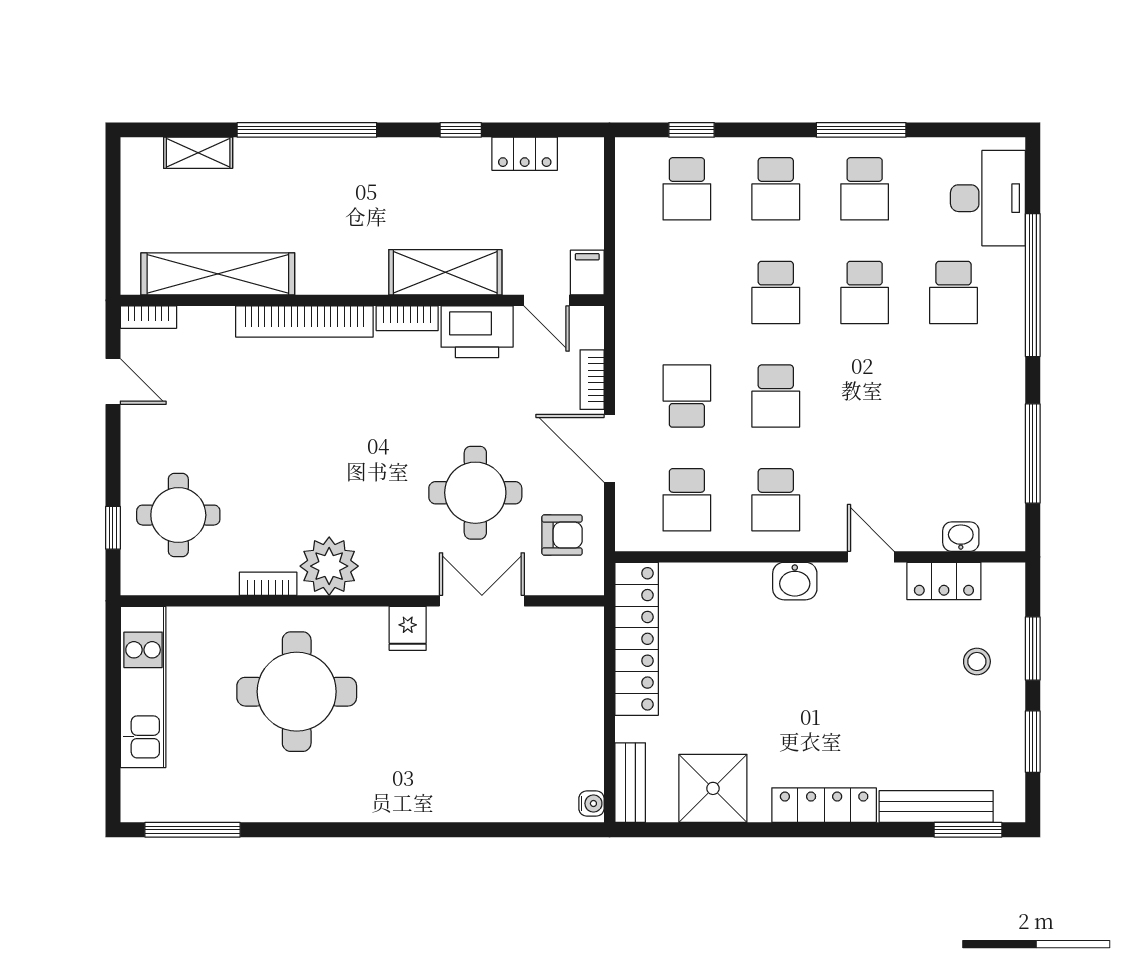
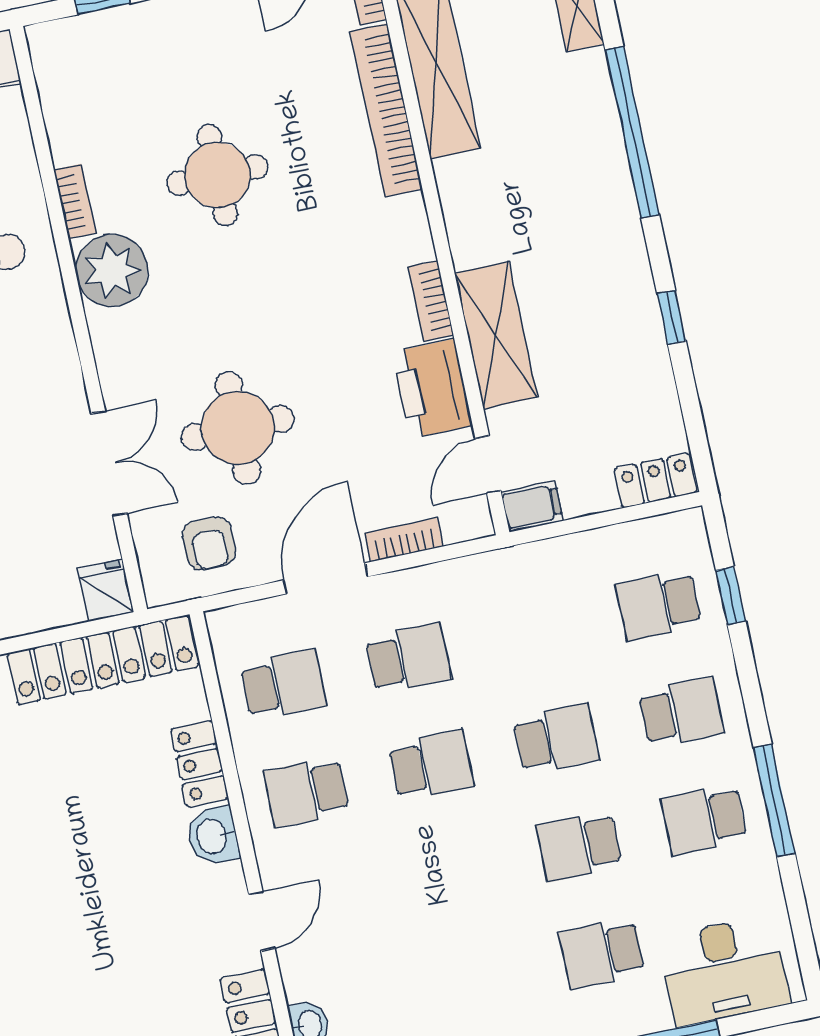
locker: (525, 154) -> (656, 480), moved, turned 90
school desk: (776, 189) -> (681, 712), turned 180
school desk: (776, 292) -> (556, 739), turned 180
bookcase: (304, 321) -> (386, 110), moved
school desk: (776, 396) -> (431, 766), turned 180
school desk: (687, 500) -> (283, 685), turned 180
round table: (178, 515) -> (217, 175), moved
locker: (735, 580) -> (200, 764), added
fridge: (408, 628) -> (106, 590), moved, turned 90

